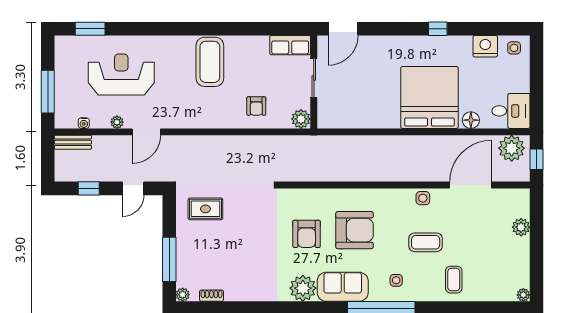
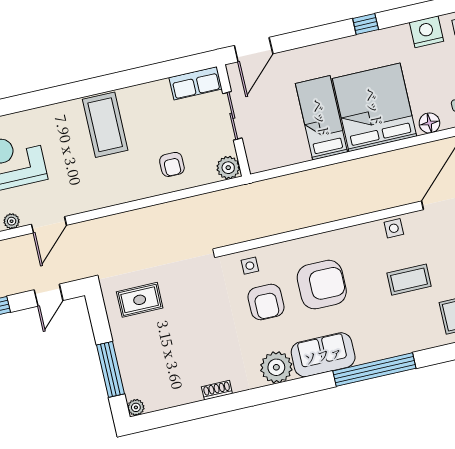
bed: (385, 96) -> (321, 118), added
side table: (396, 280) -> (250, 266), moved
shoe rack: (212, 296) -> (217, 390), moved

